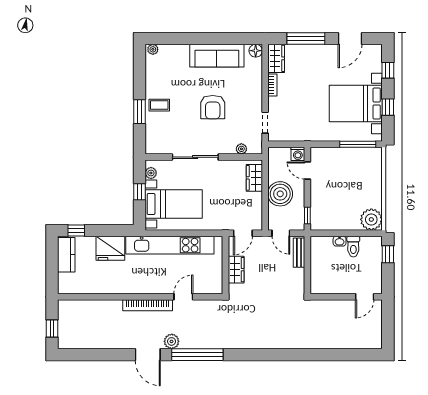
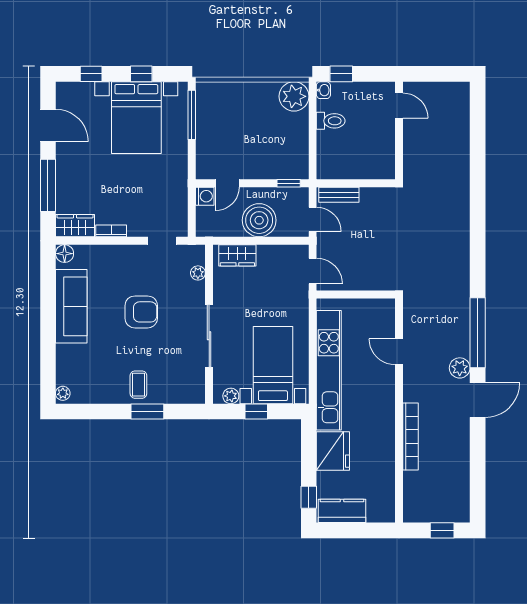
door: (281, 233) -> (313, 219), hinge flipped
washbasin: (340, 241) -> (323, 90), moved
wardrobe: (236, 270) -> (362, 280), removed
bookcase: (148, 305) -> (410, 436), moved

